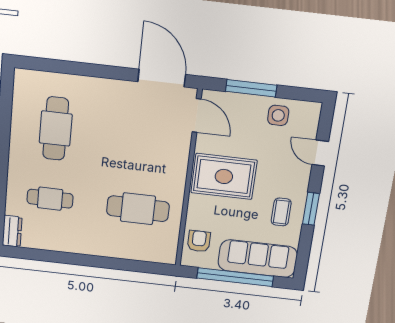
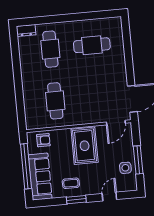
window: (251, 88) -> (138, 160), moved
cafe table: (50, 199) -> (50, 49), width x1.37, depth x1.35

